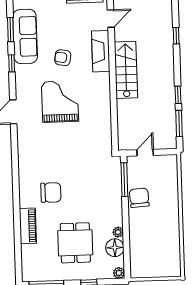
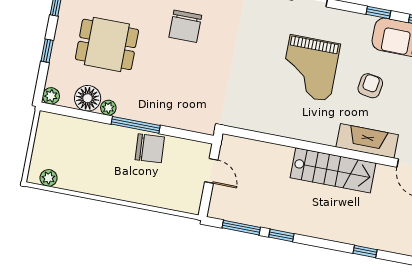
grand piano: (60, 101) -> (310, 68), turned 90
window: (124, 180) -> (136, 125), moved
plant: (175, 262) -> (48, 178), added

